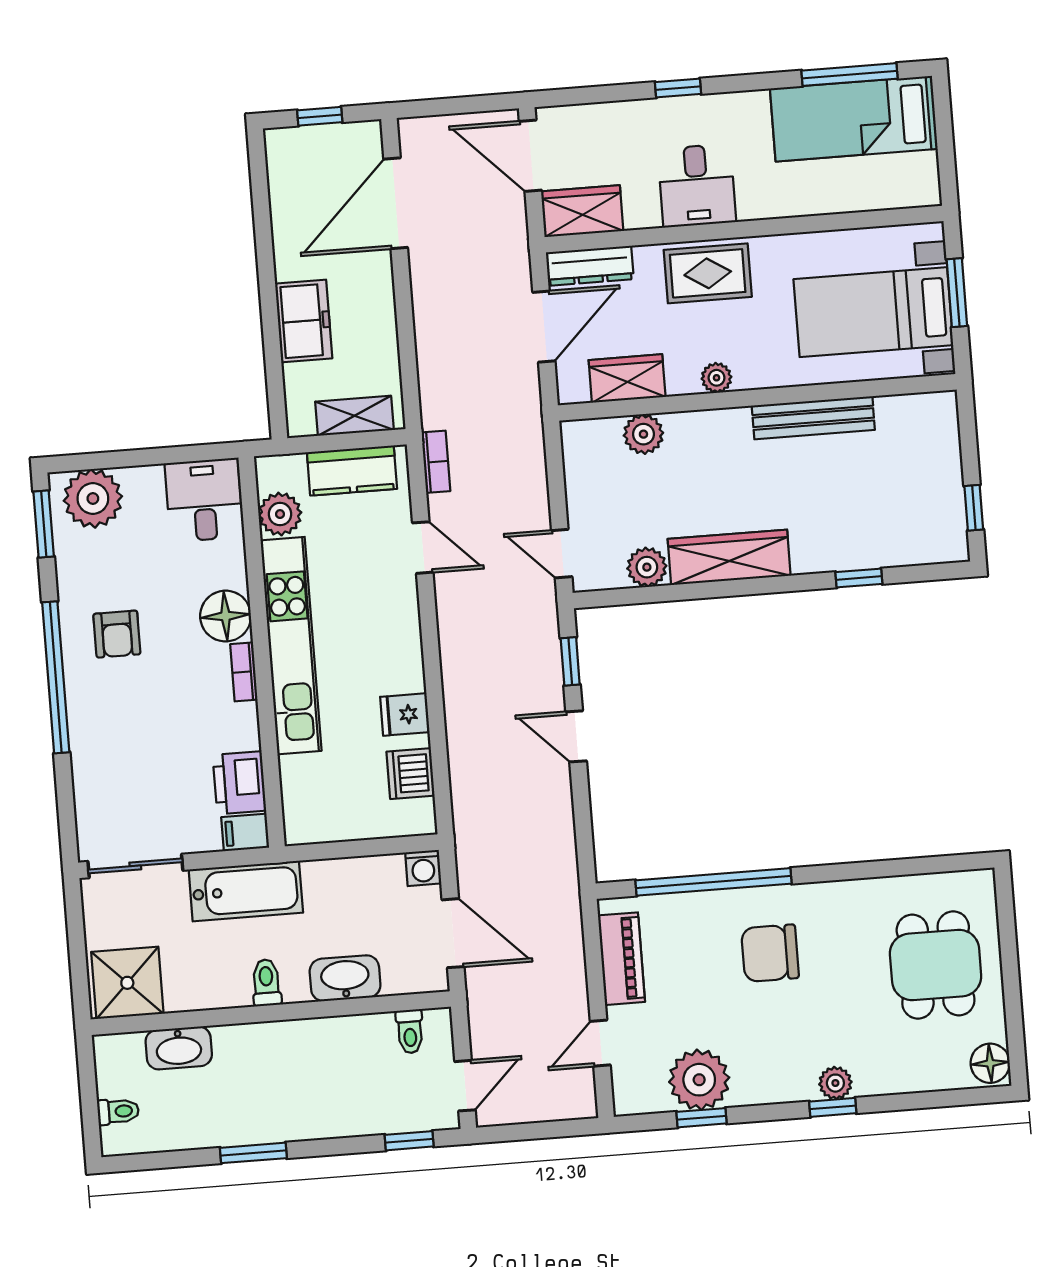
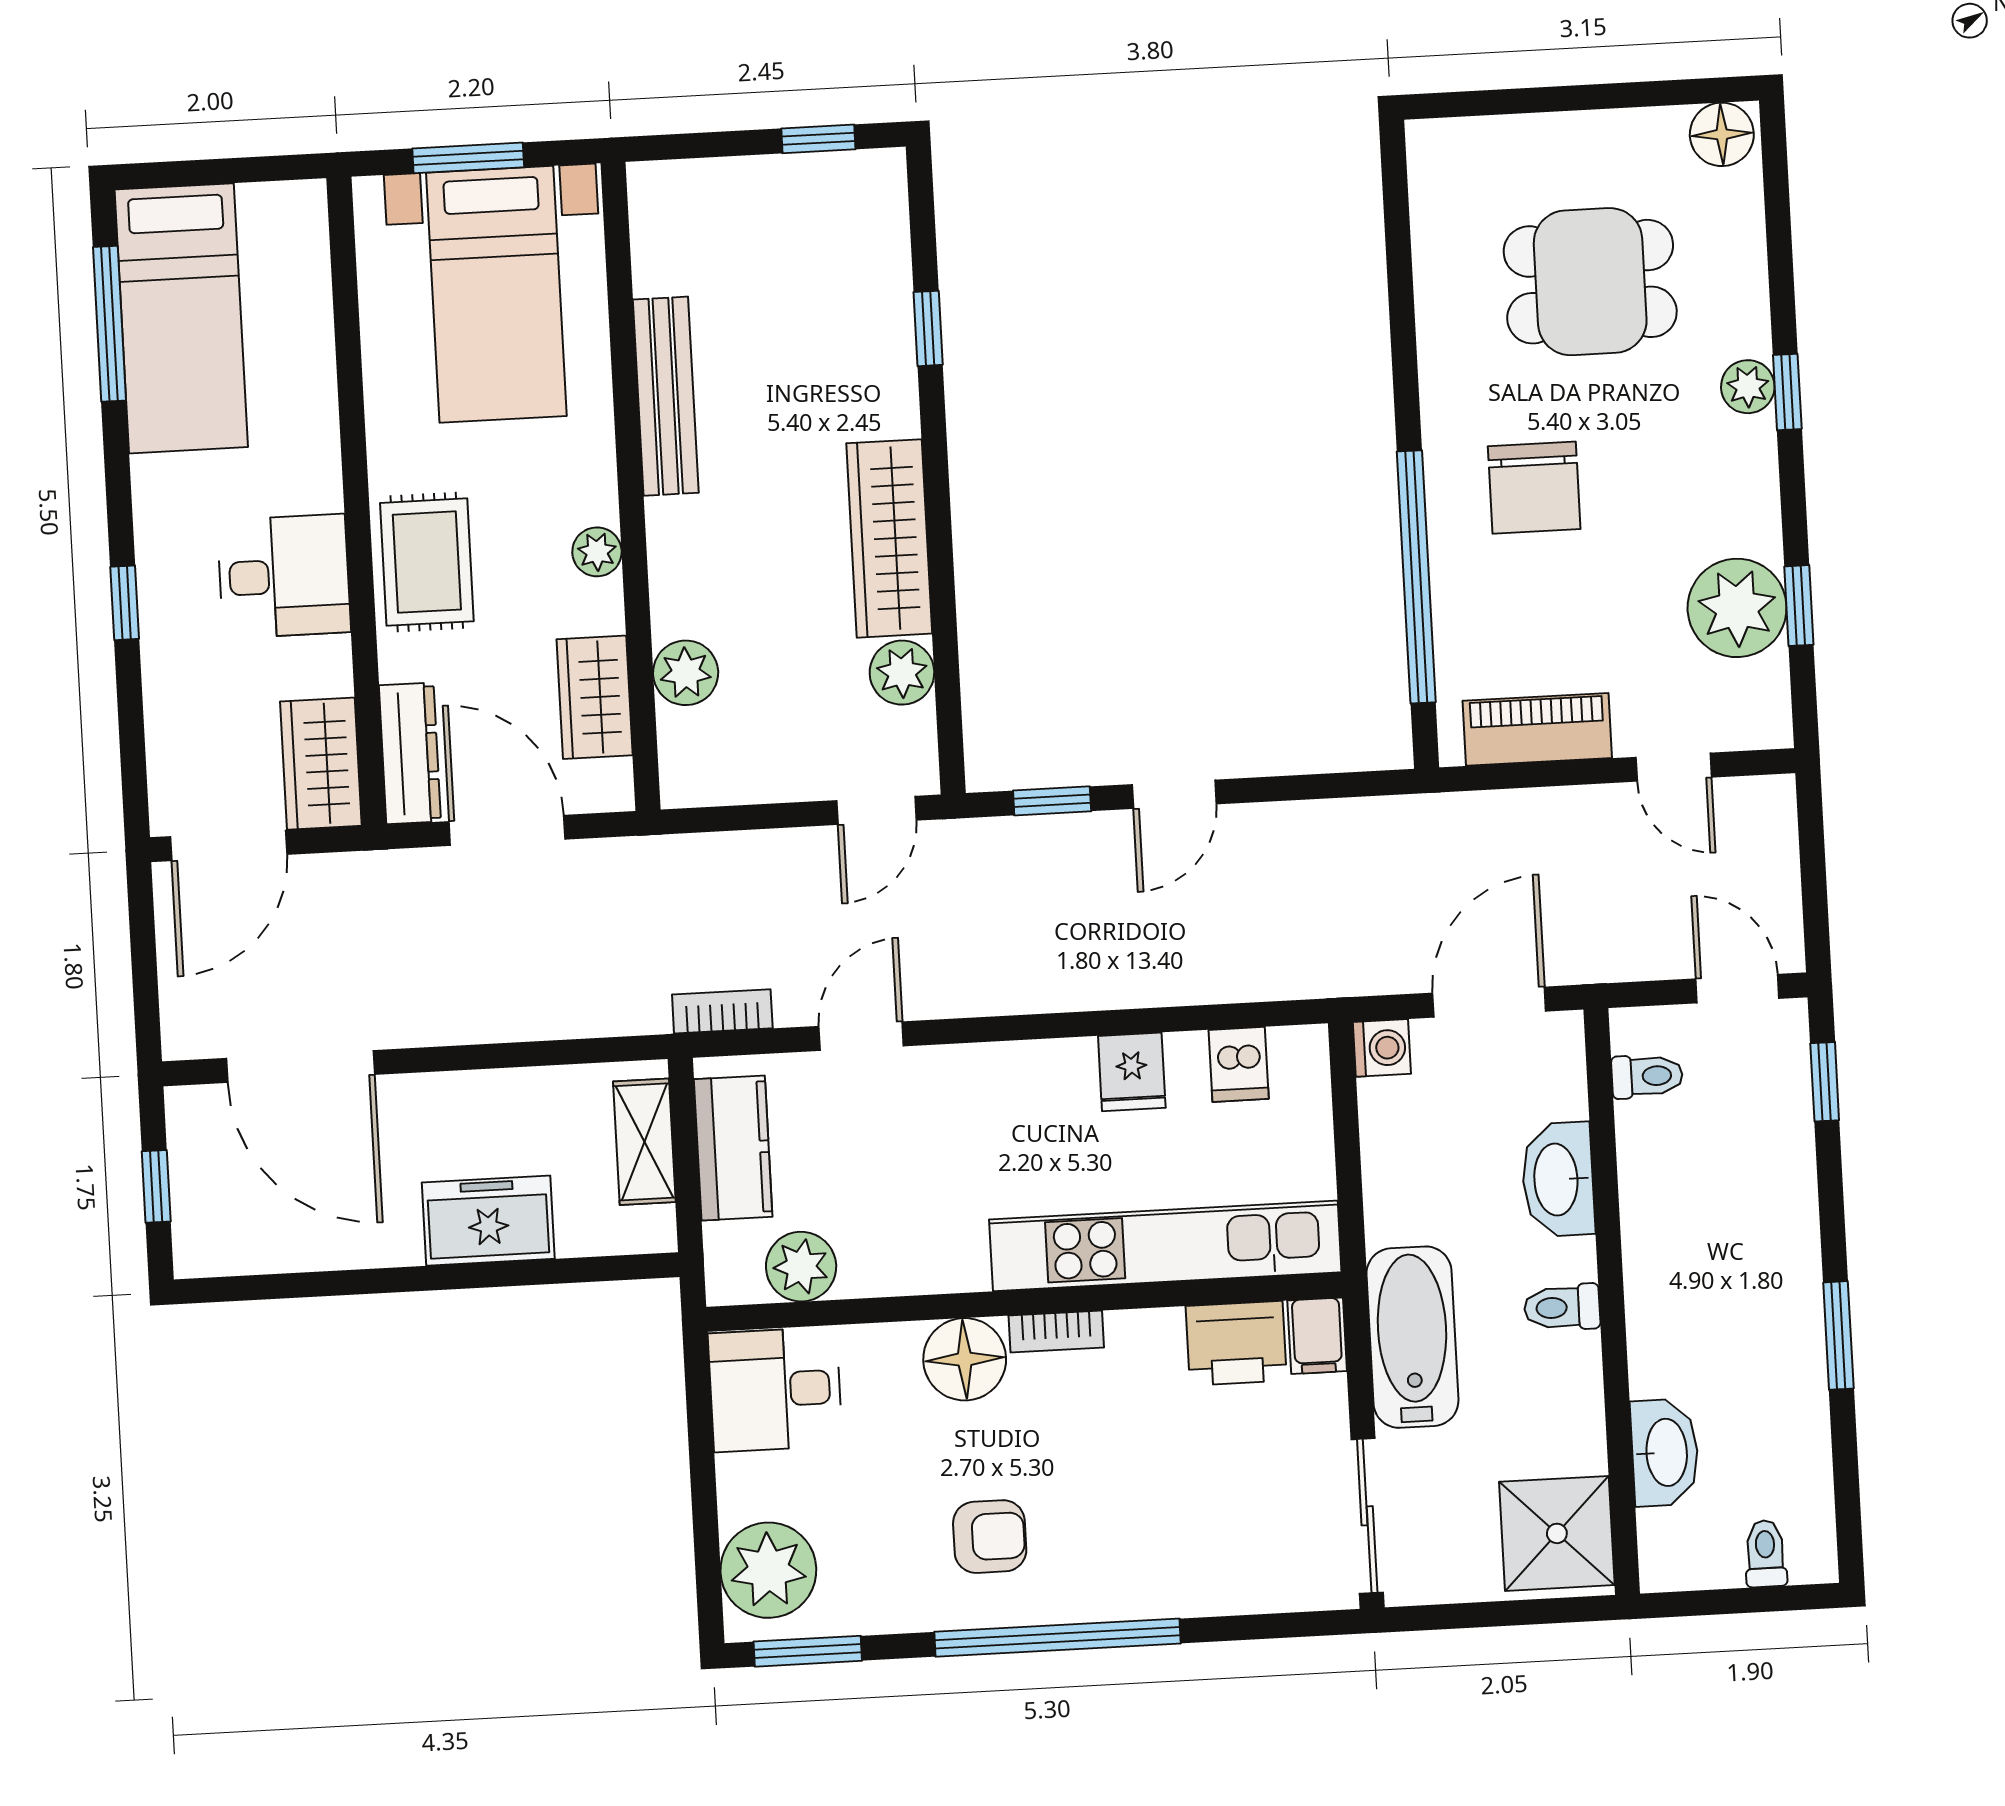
kitchen unit: (291, 646) -> (1165, 1246), moved
dishwasher: (410, 774) -> (1239, 1064), width x0.73
dining table: (936, 965) -> (1590, 282), moved

